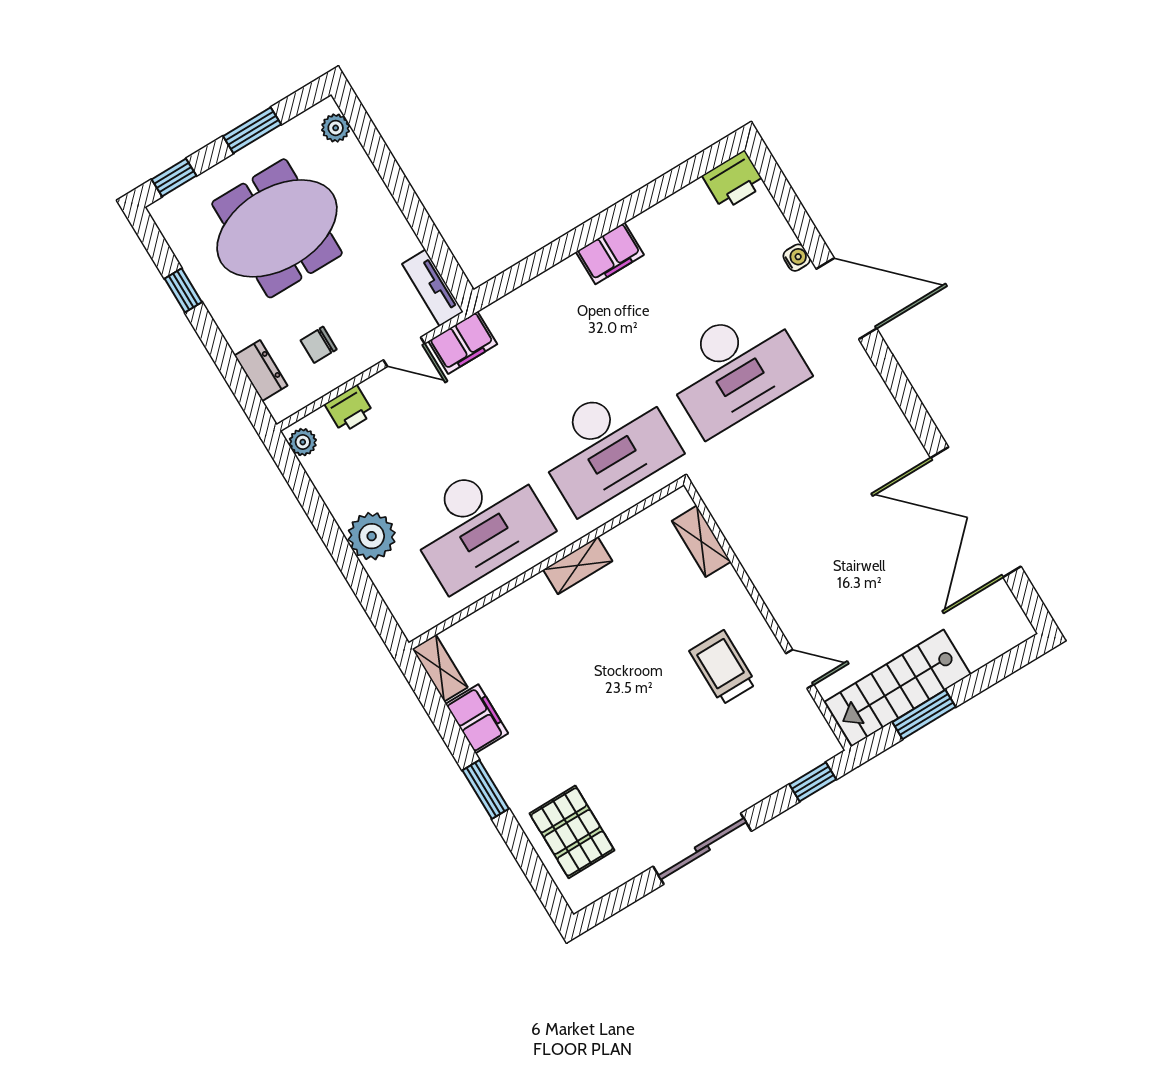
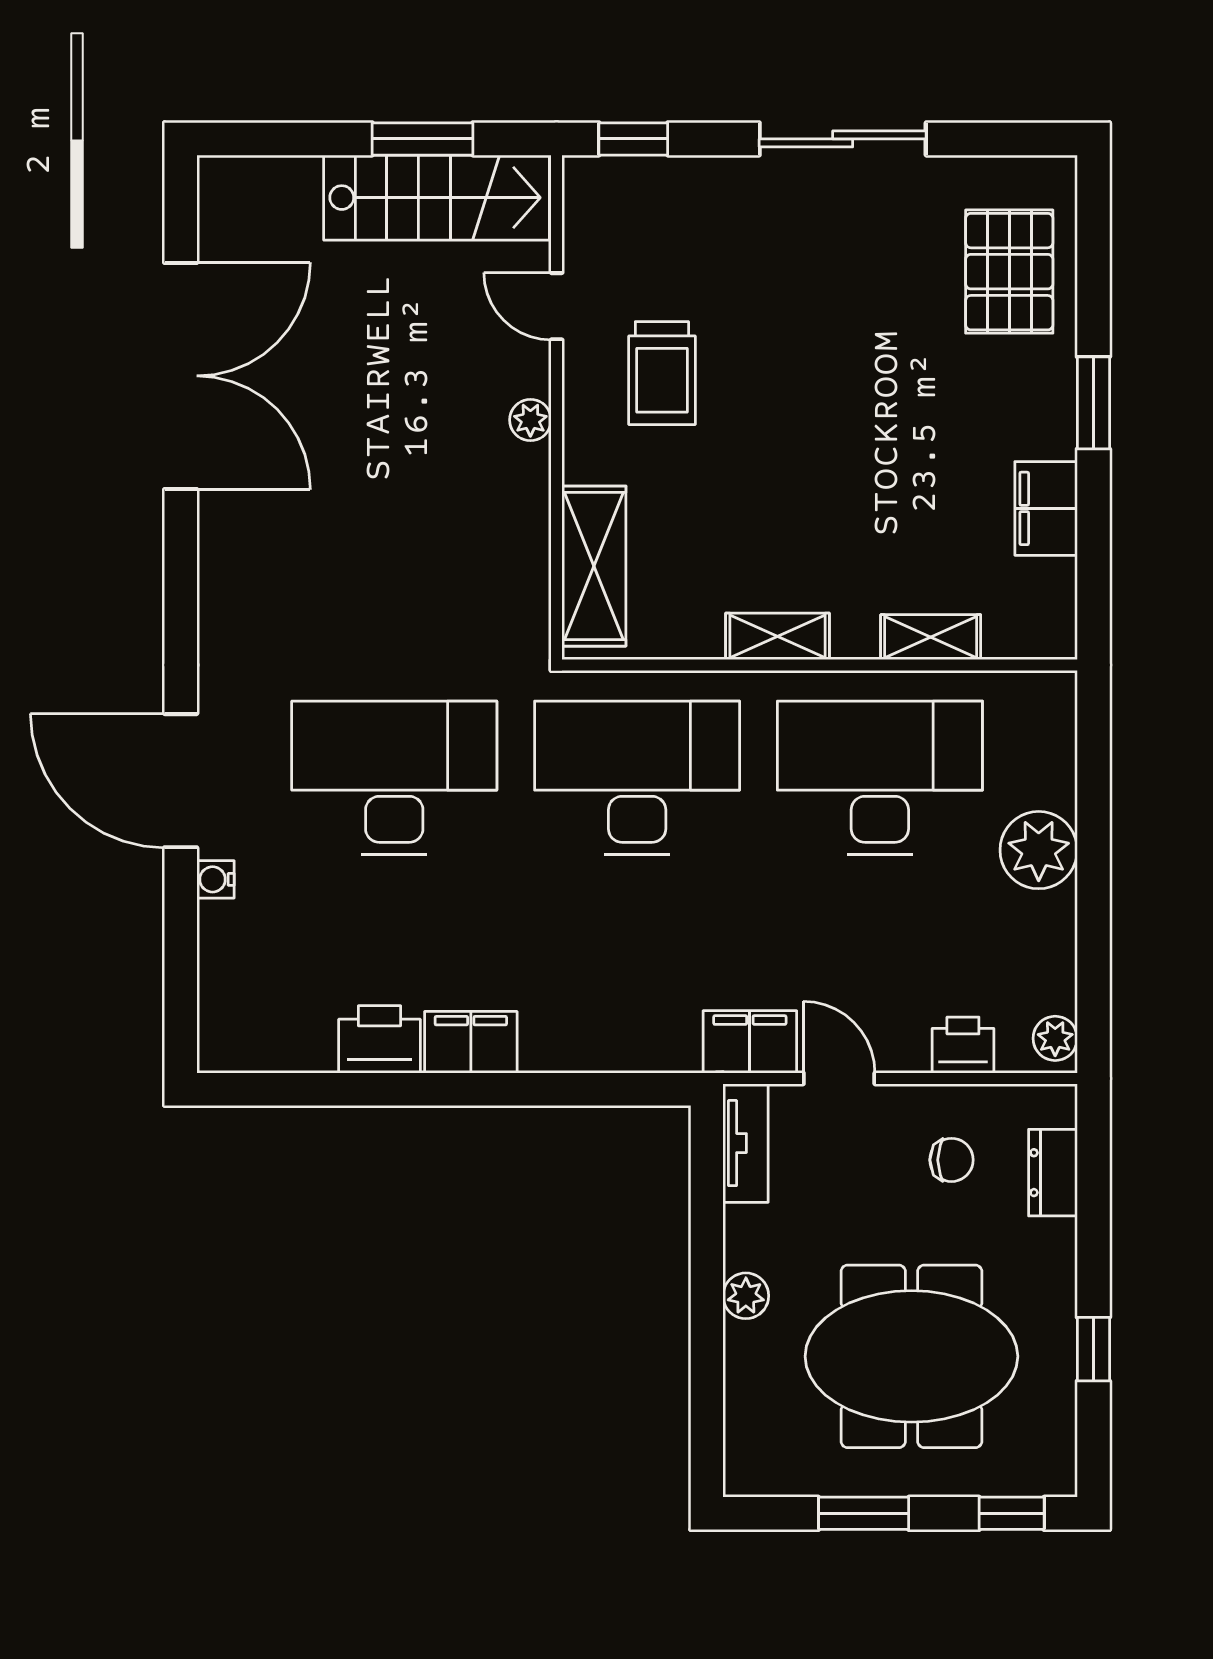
plant: (336, 128) -> (746, 1296), moved
printer: (734, 180) -> (380, 1039), moved
shelving: (701, 541) -> (594, 566), width x1.50, depth x1.33
plant: (777, 601) -> (530, 420), added
shelving: (440, 668) -> (931, 637), moved, turned 90

